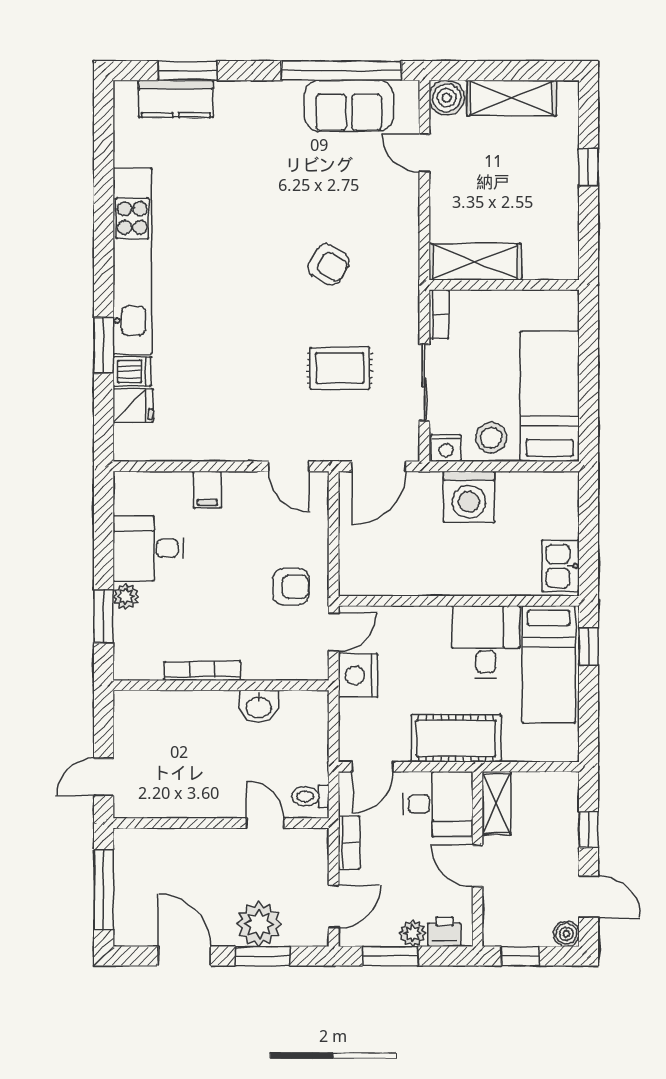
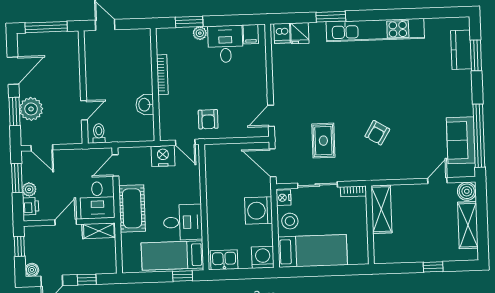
dishwasher: (132, 371) -> (282, 33), moved
filing cabinet: (207, 490) -> (251, 34), moved, turned -90
washing machine: (558, 492) -> (263, 257), added
door: (373, 767) -> (116, 165), hinge flipped
bookcase: (349, 843) -> (75, 154), removed

